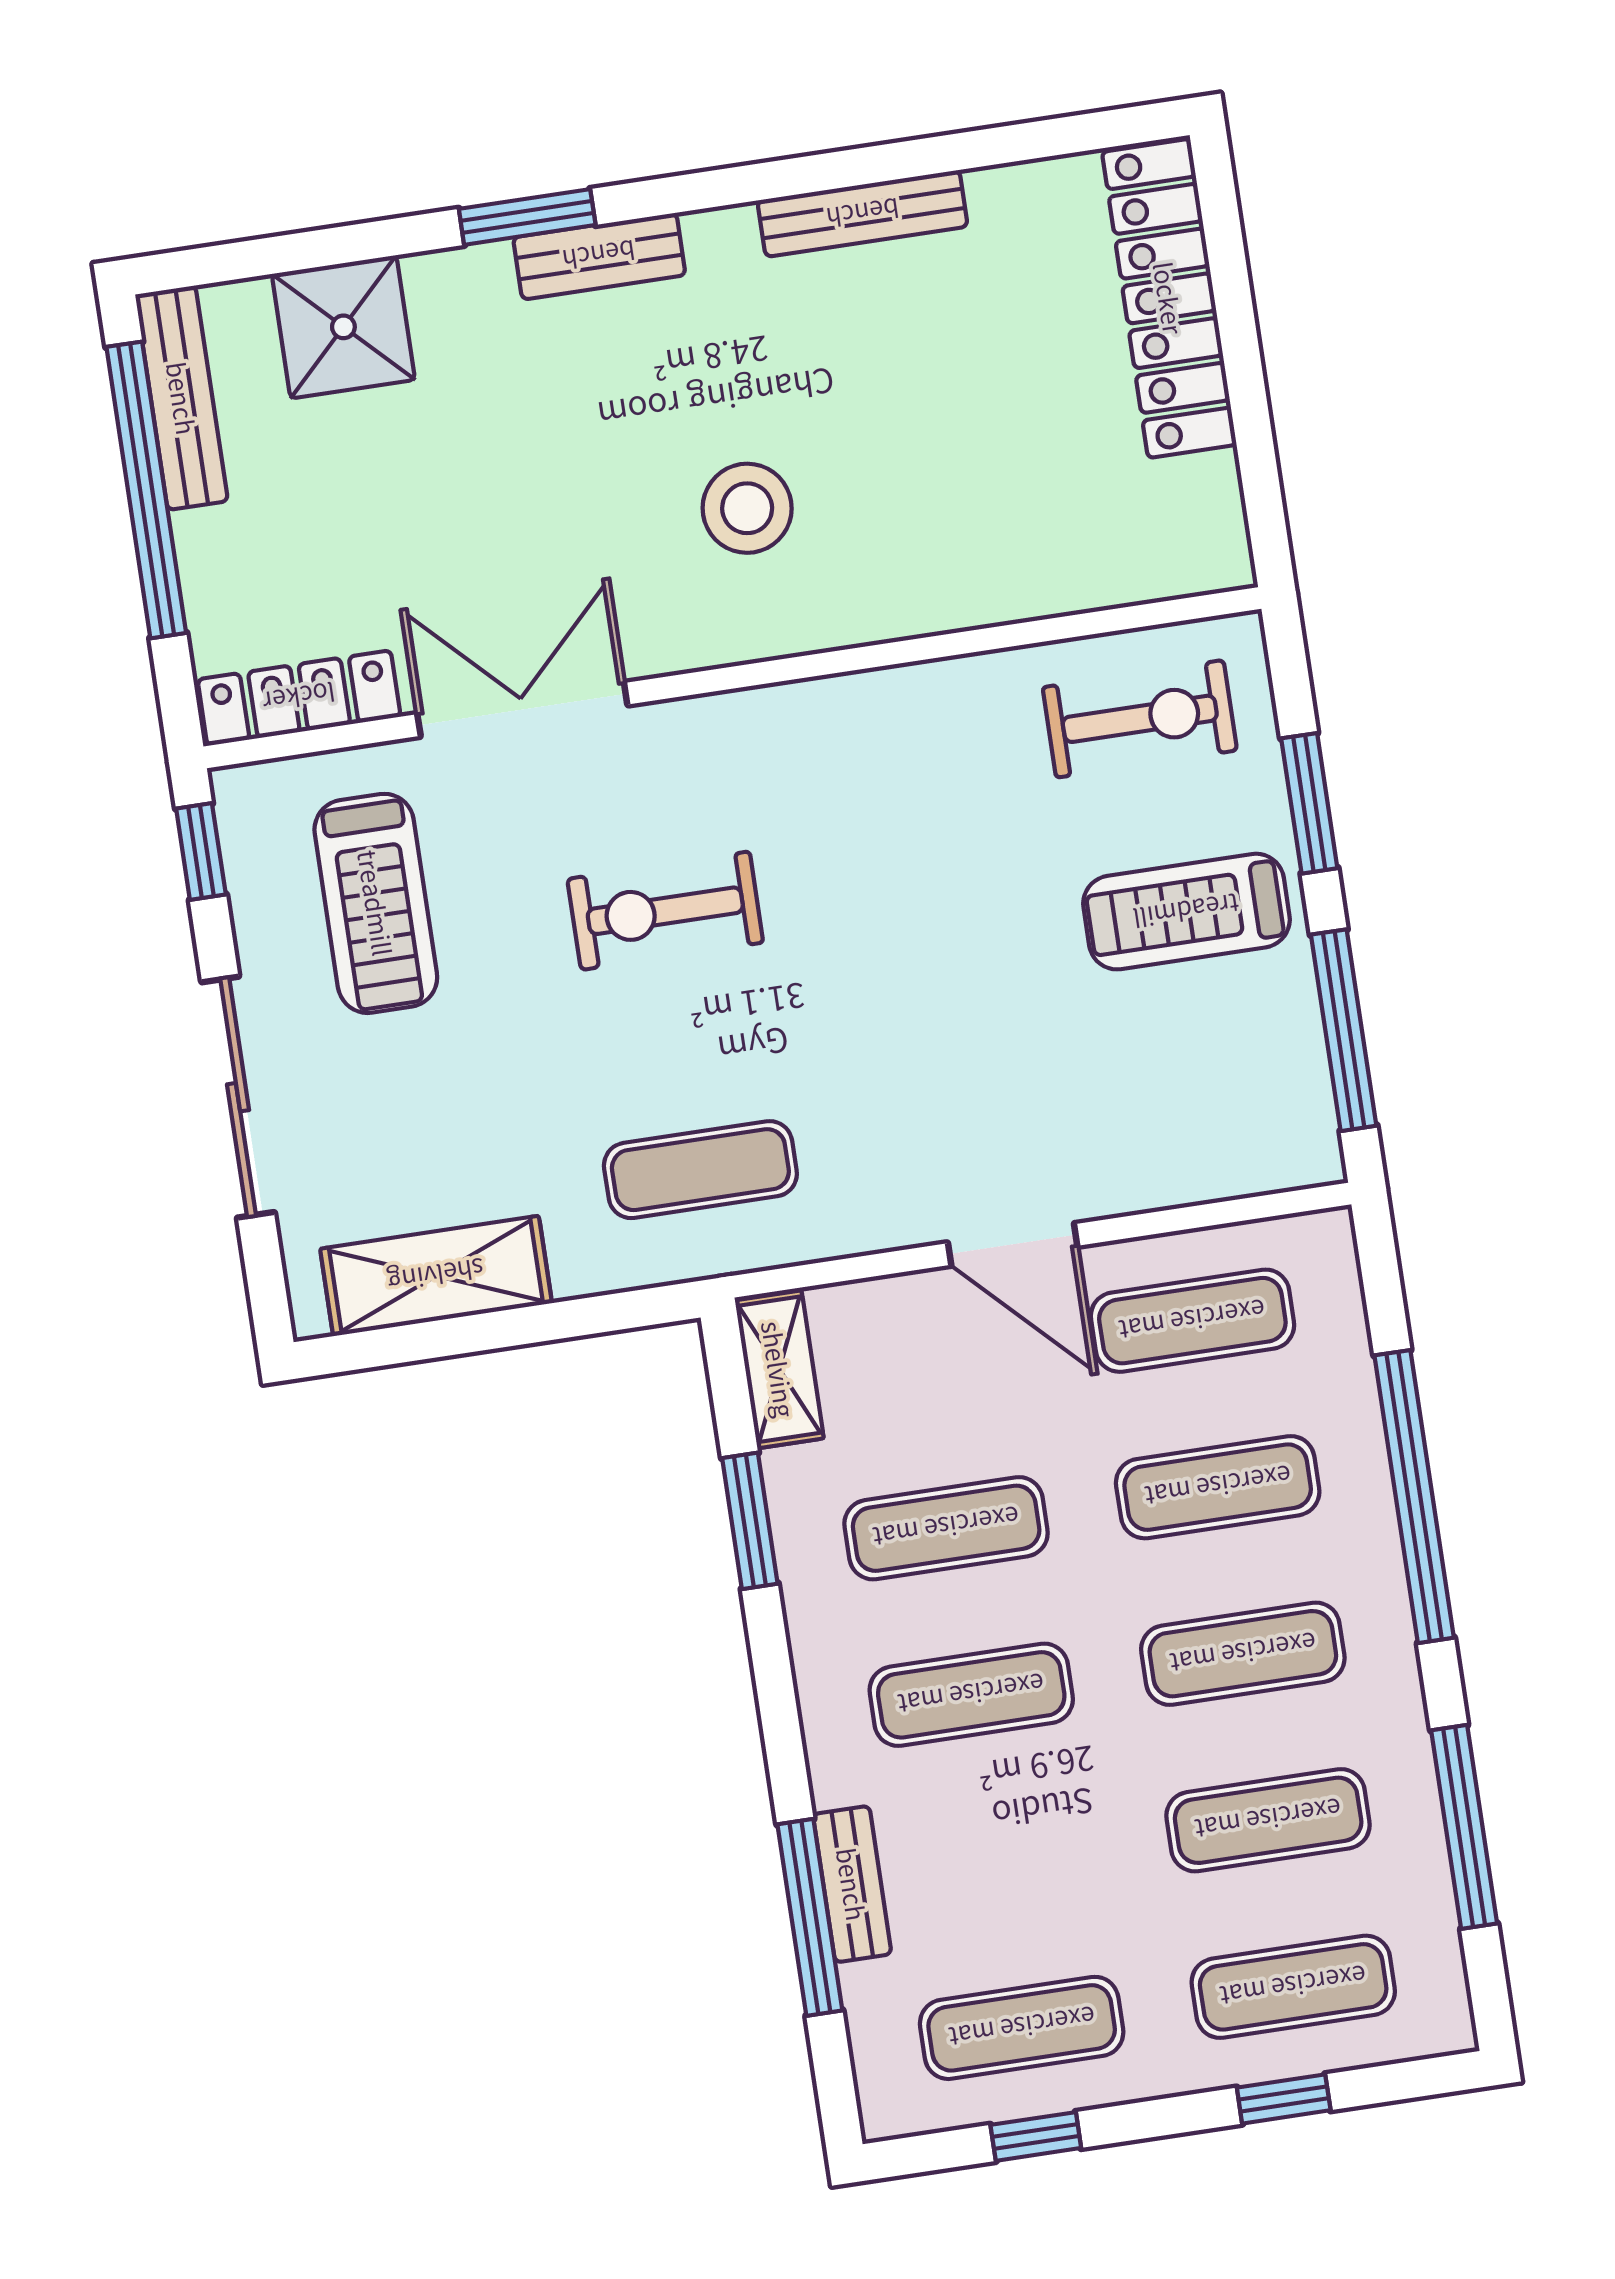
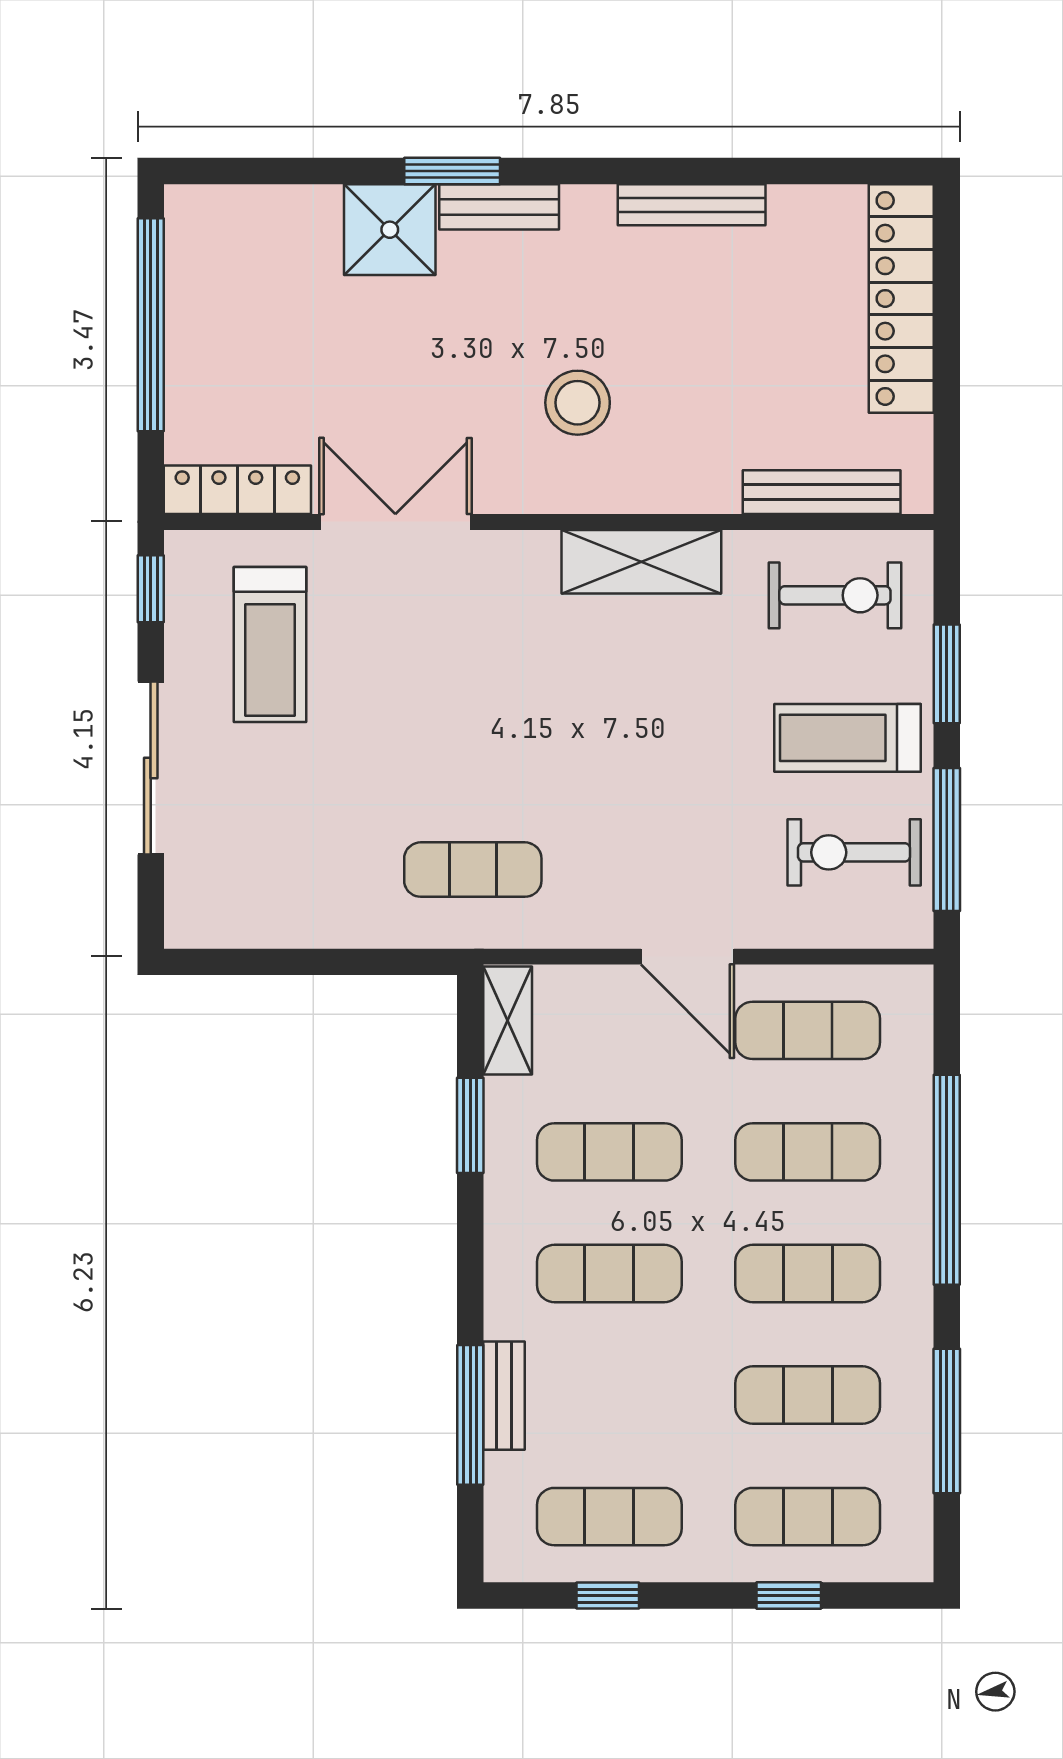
shower: (343, 327) -> (390, 230), moved
bench: (182, 398) -> (822, 492), moved, turned 90
exercise bike: (665, 911) -> (854, 852), moved
shelving: (436, 1276) -> (641, 562), moved

